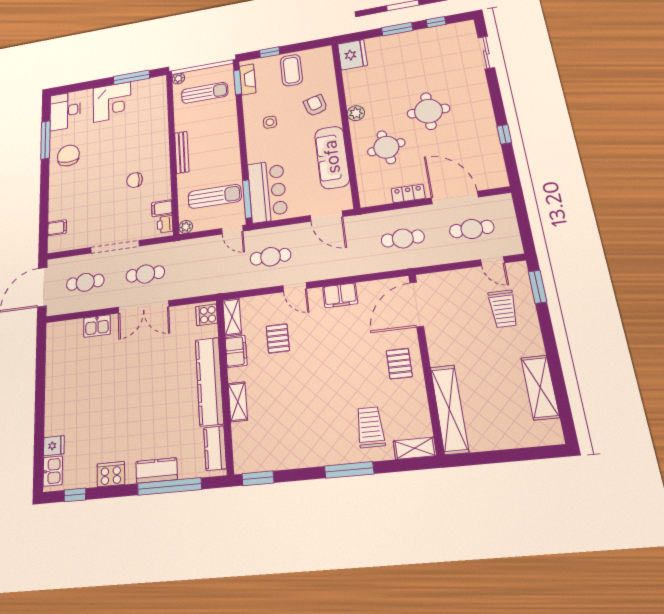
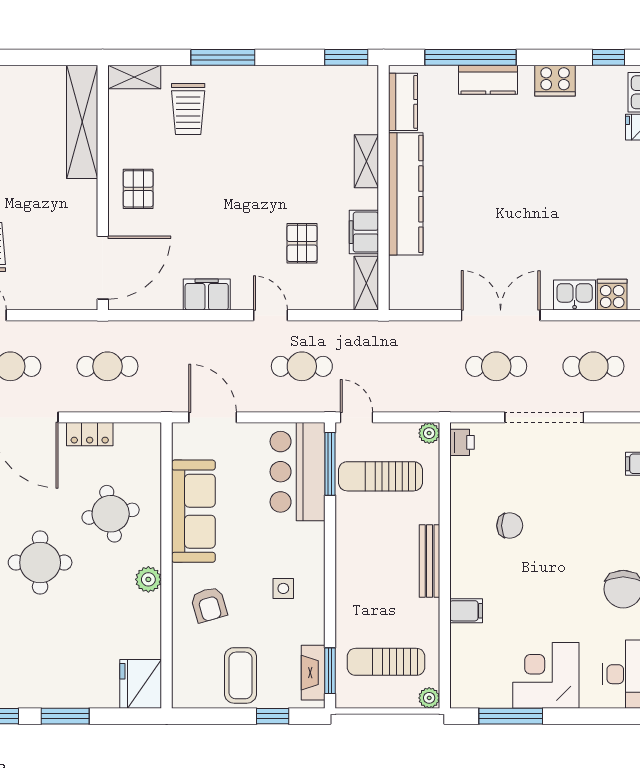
filing cabinet: (162, 208) -> (466, 611), moved
cooker: (207, 315) -> (612, 295), moved, turned -90

